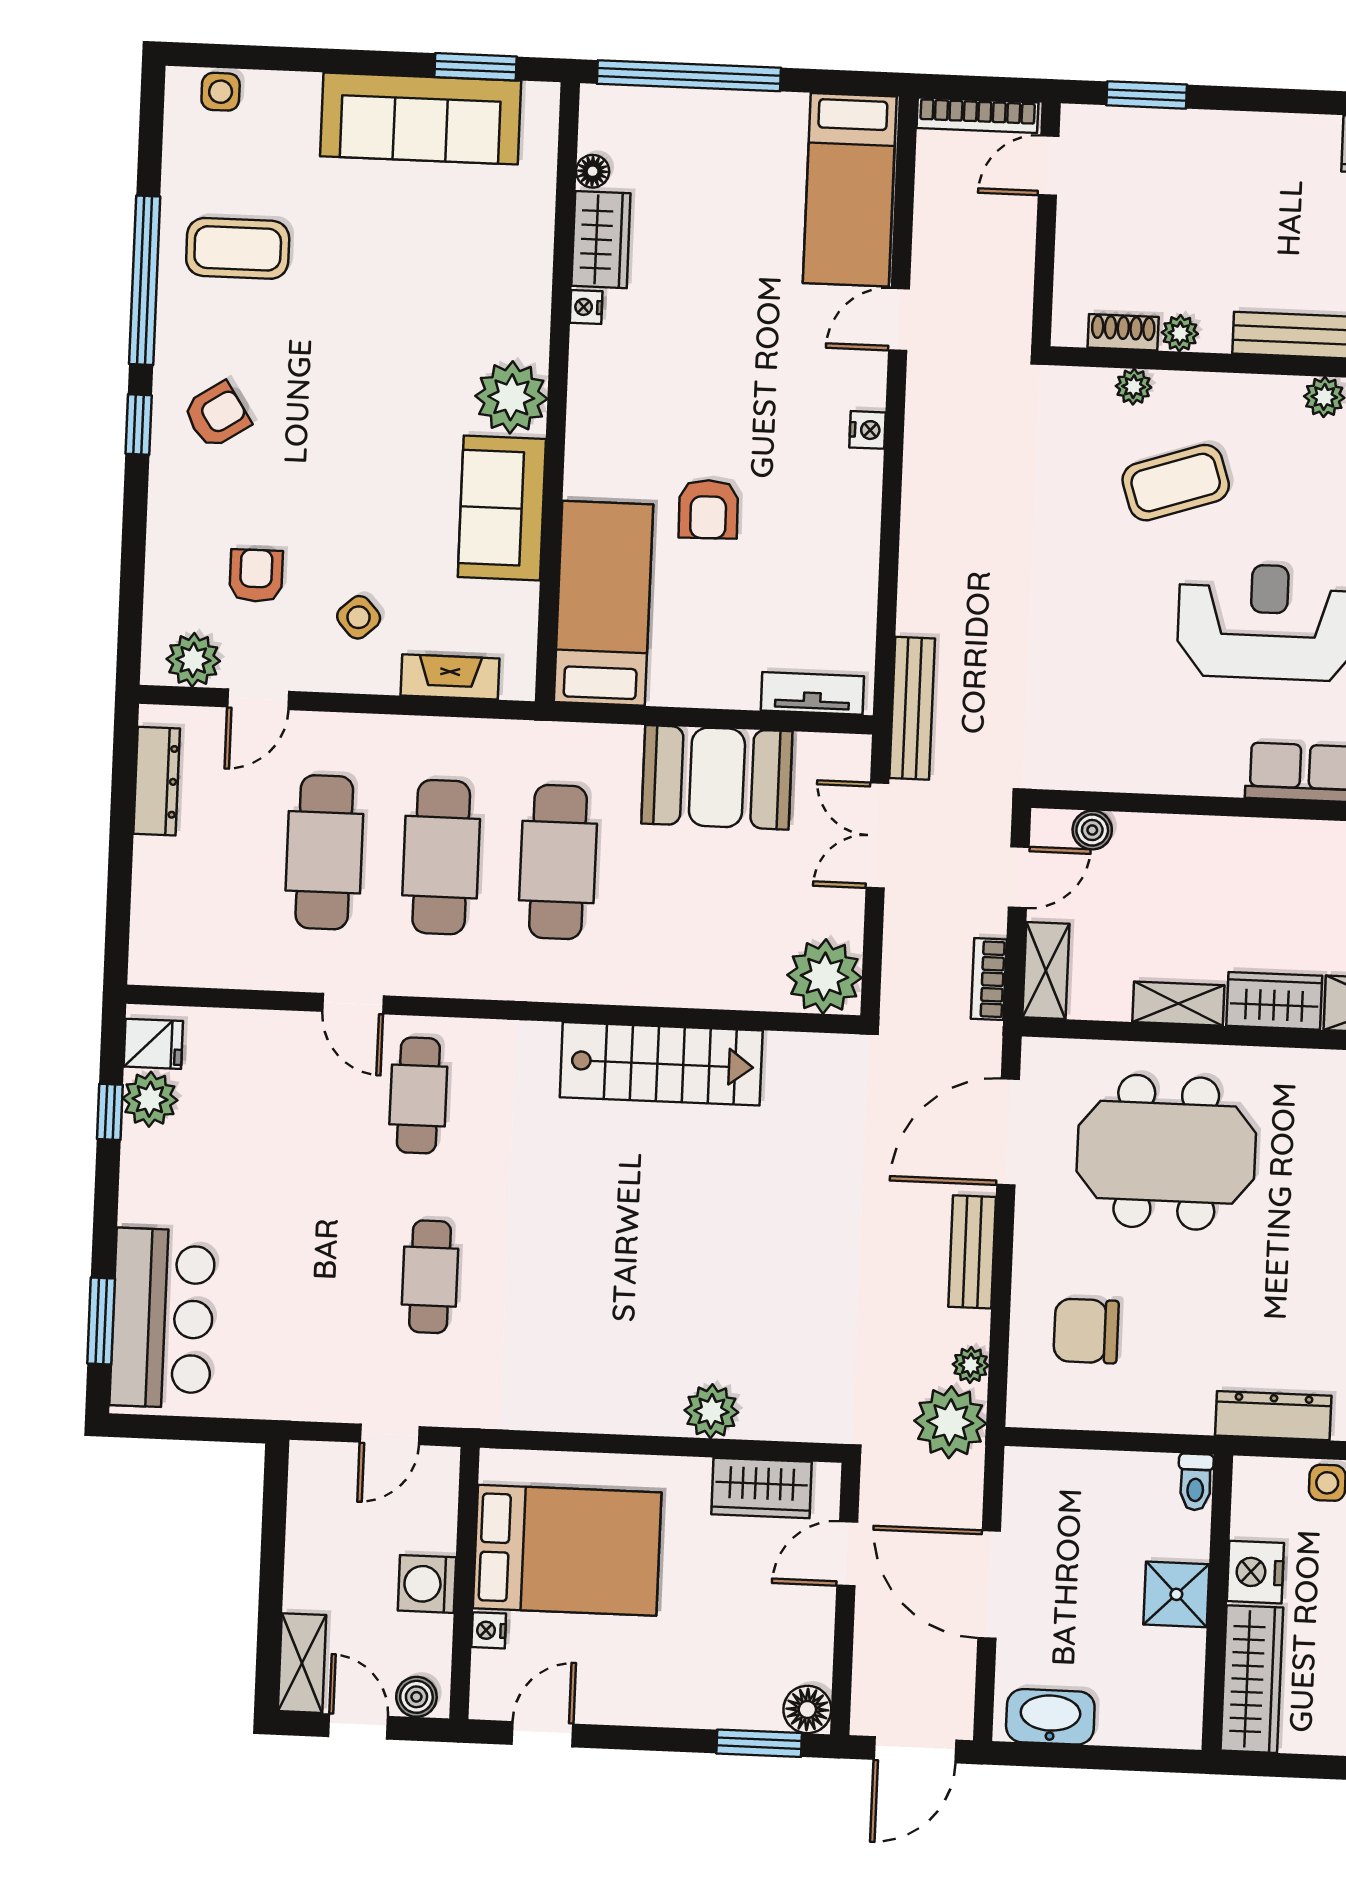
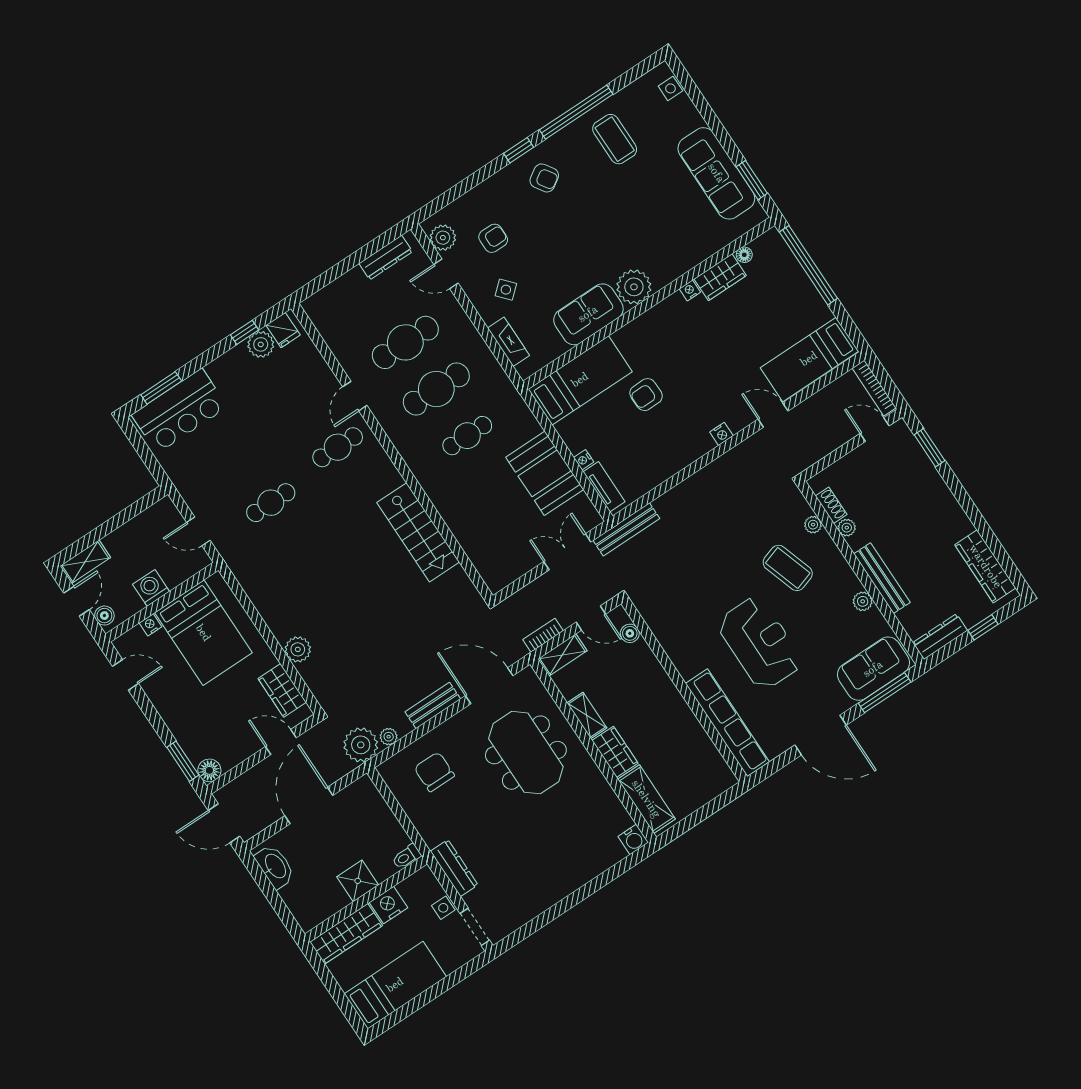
nightstand: (742, 695) -> (584, 460), added
cafe table: (558, 862) -> (467, 436), width x0.73, depth x0.74
plant: (824, 976) -> (498, 571), removed

